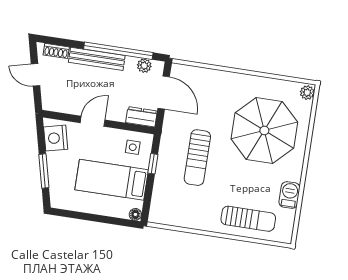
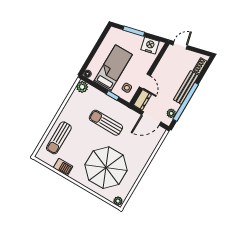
door: (36, 75) -> (180, 45), moved
door: (93, 121) -> (145, 81), moved
plant: (158, 215) -> (82, 87), added

